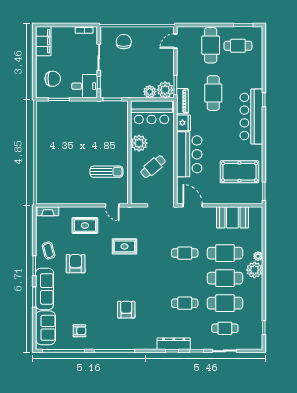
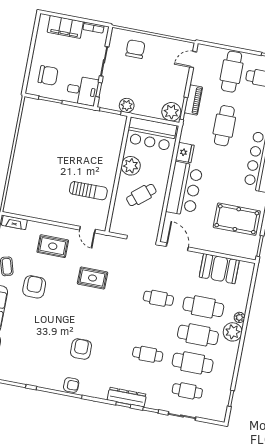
filing cabinet: (43, 41) -> (65, 27), moved, turned 90
plant: (150, 92) -> (127, 105), moved
piano: (182, 101) -> (193, 100), moved
armchair: (80, 331) -> (71, 385), moved

